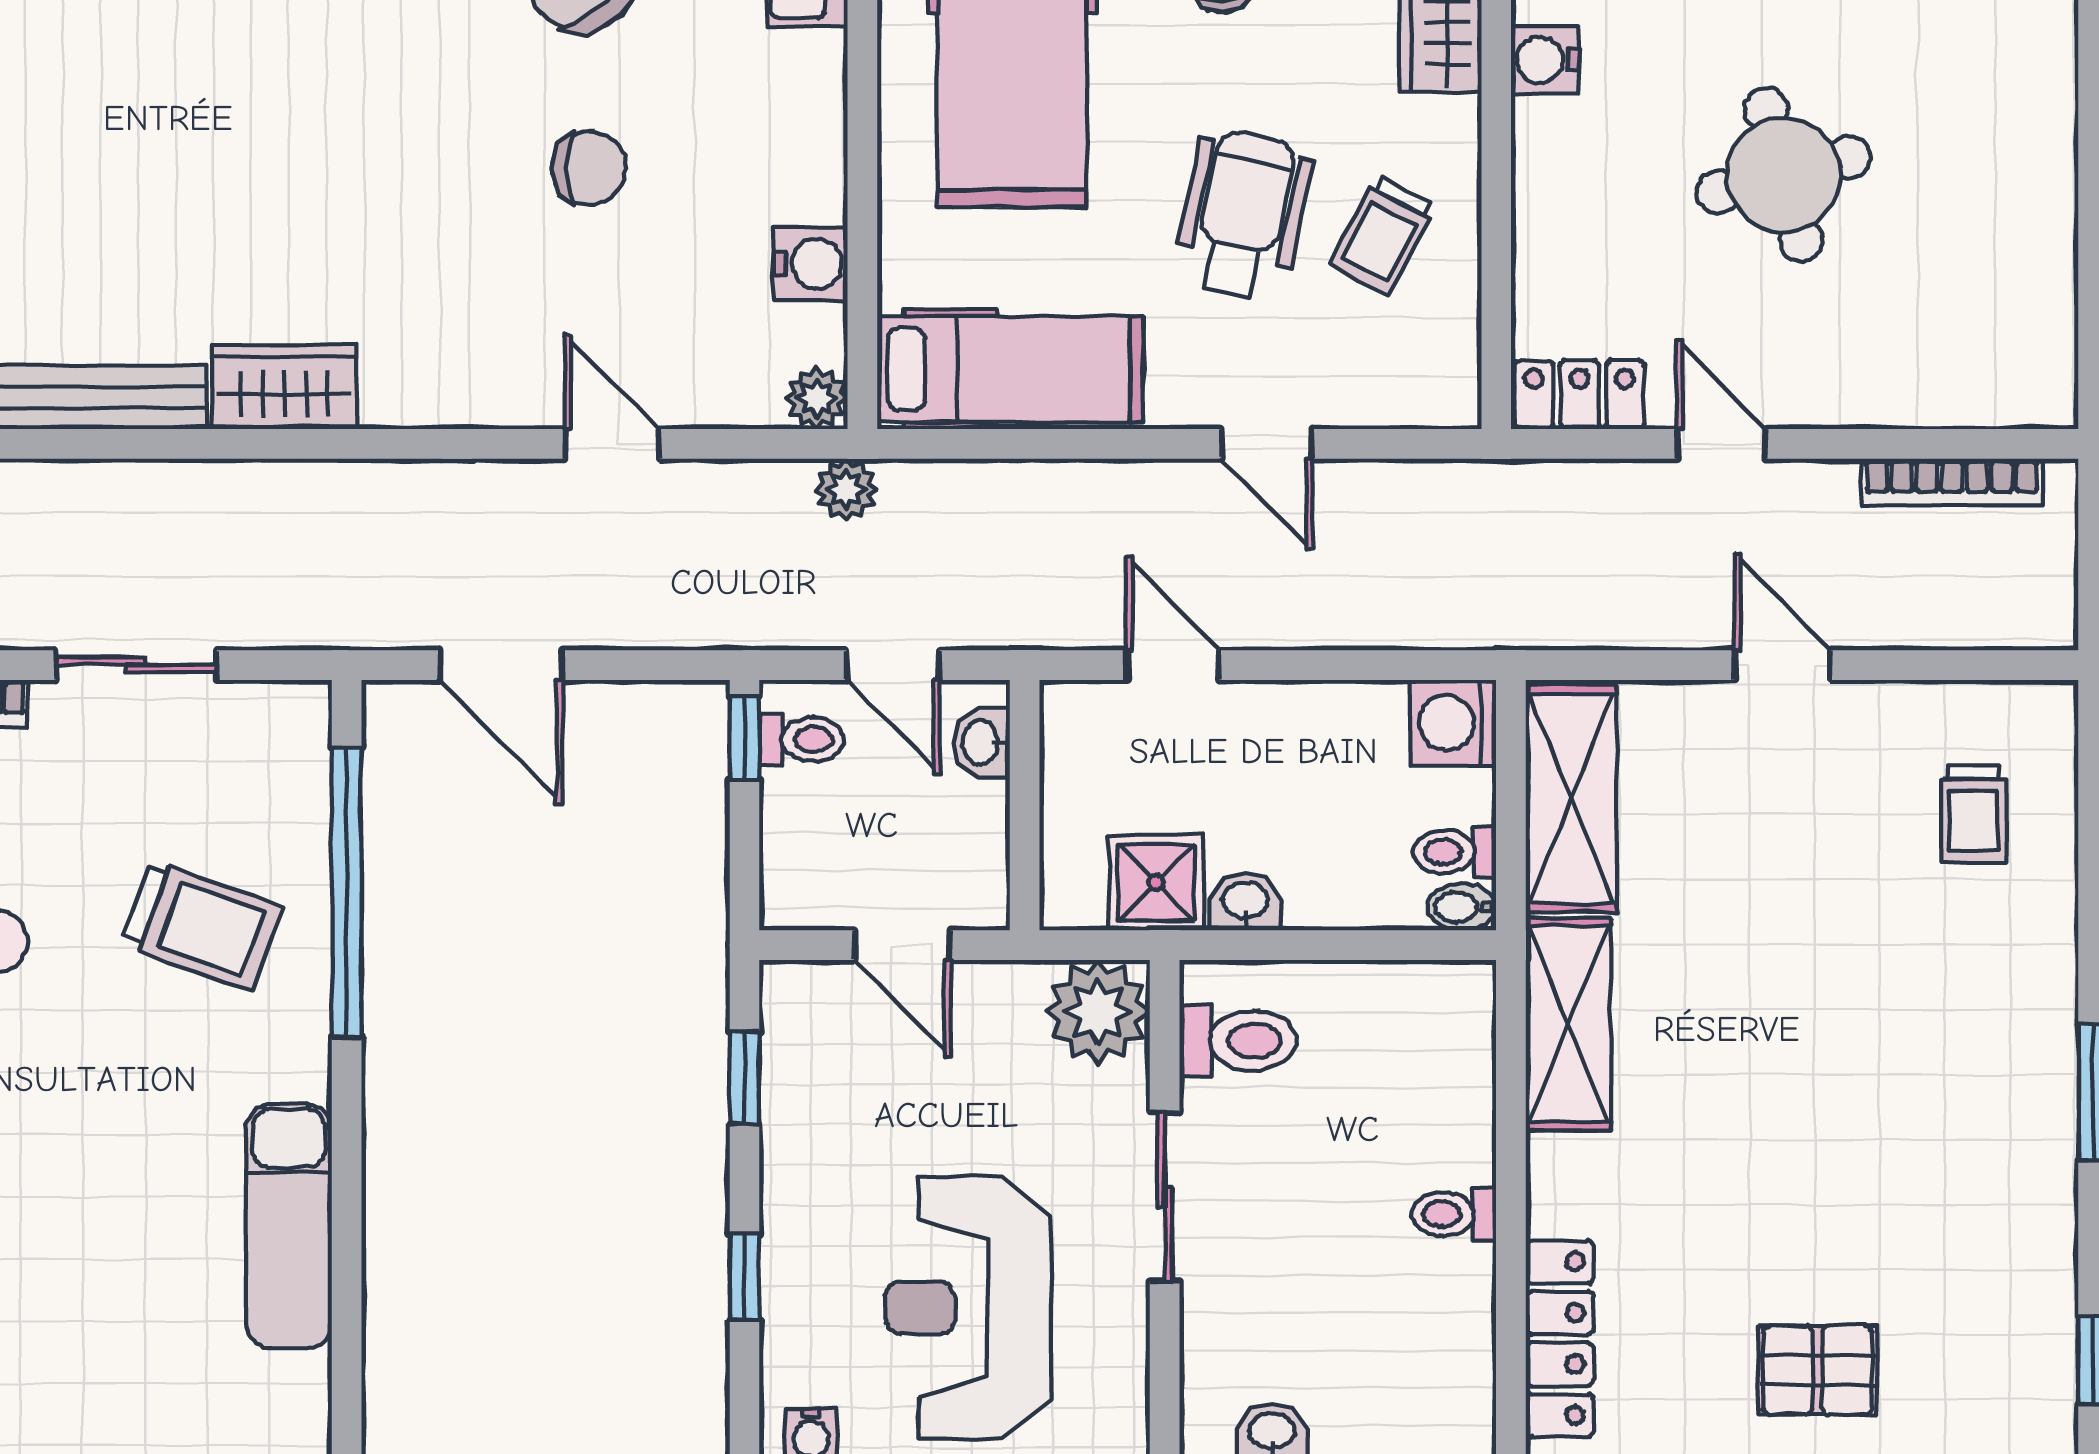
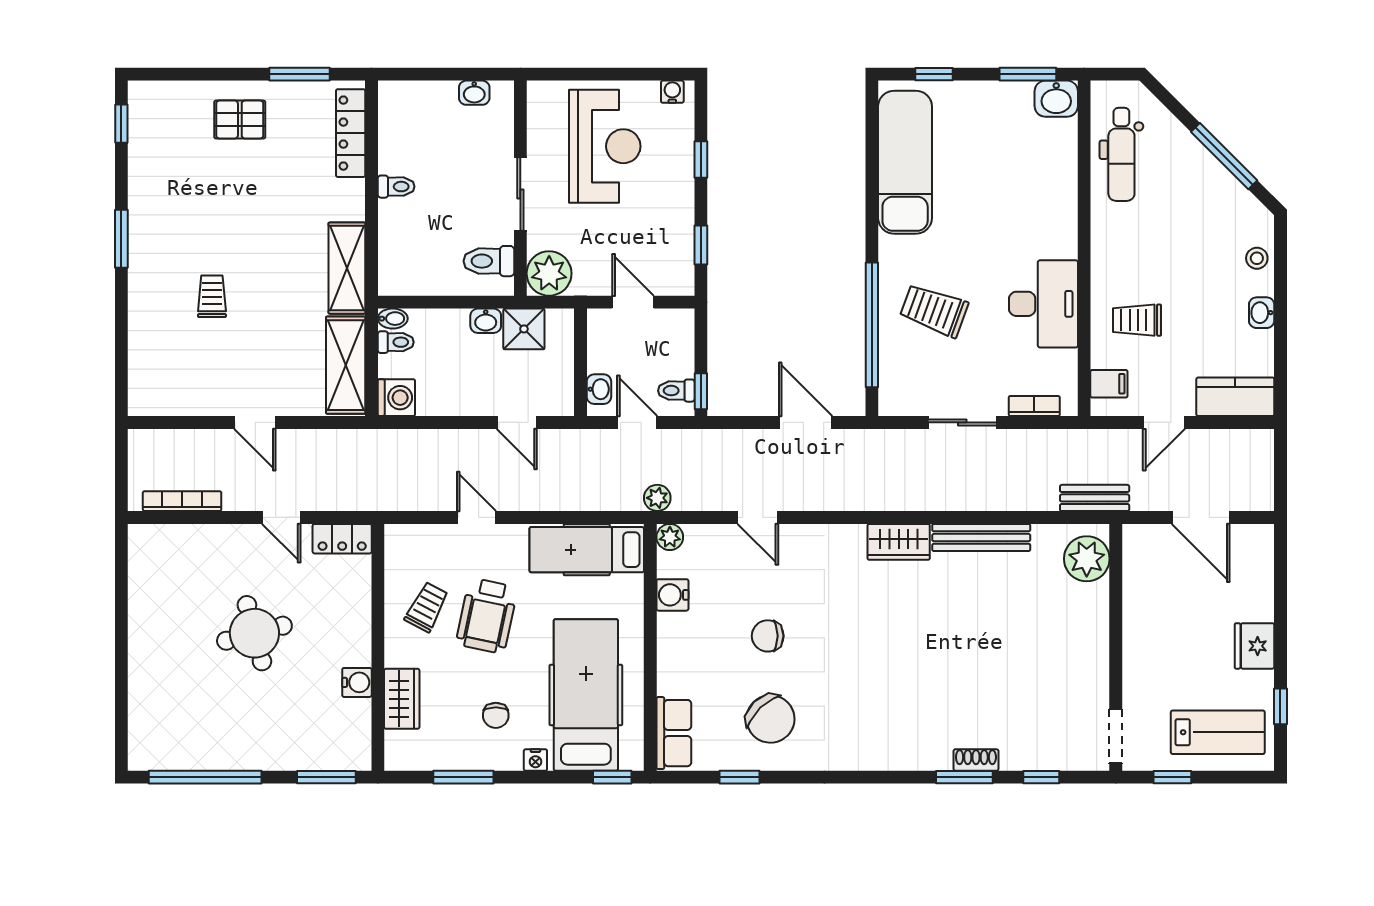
trolley: (1973, 814) -> (212, 296), moved
exam couch: (289, 1226) -> (905, 162), width x1.36, depth x1.45

